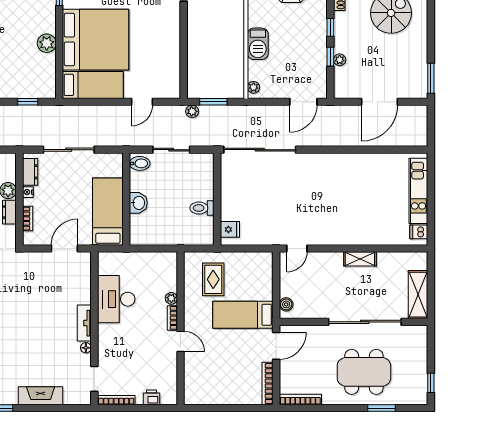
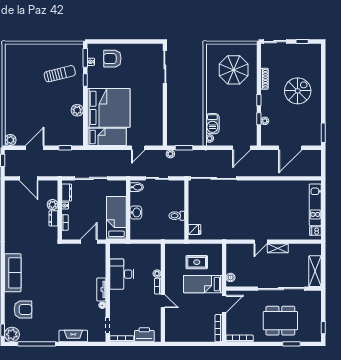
barbecue: (258, 44) -> (212, 124), moved
door: (297, 249) -> (261, 242), moved
rug: (213, 279) -> (197, 262), moved, turned 90
printer: (152, 397) -> (144, 335), width x1.87, depth x1.48

